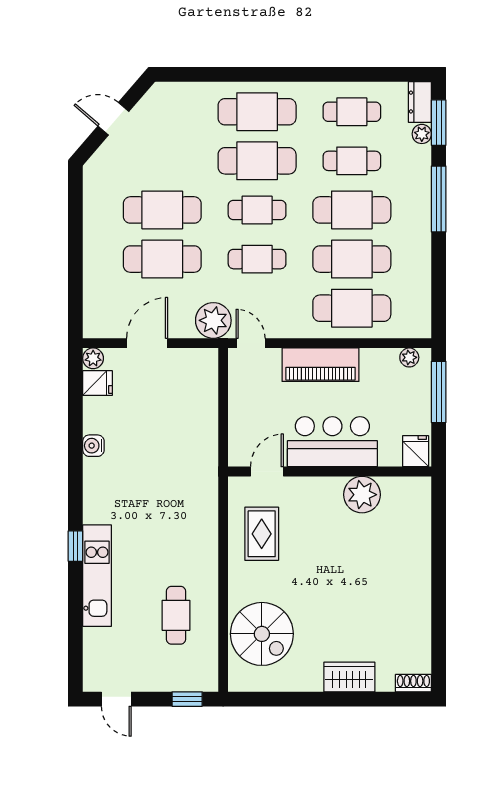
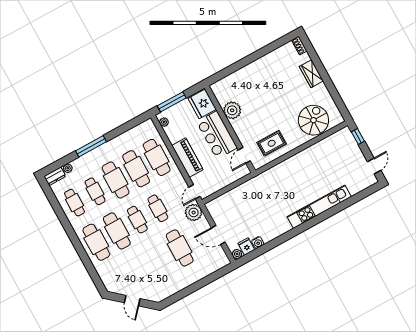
window: (439, 123) -> (59, 164), removed
cafe table: (162, 210) -> (159, 259), removed
water cooler: (93, 446) -> (258, 242), moved
fridge: (416, 451) -> (202, 104), width x1.88, depth x1.34
door: (267, 471) -> (244, 155), hinge flipped
window: (75, 546) -> (320, 218), removed
kitchen unit: (97, 576) -> (319, 207), width x1.36
cafe table: (176, 615) -> (325, 160), removed

